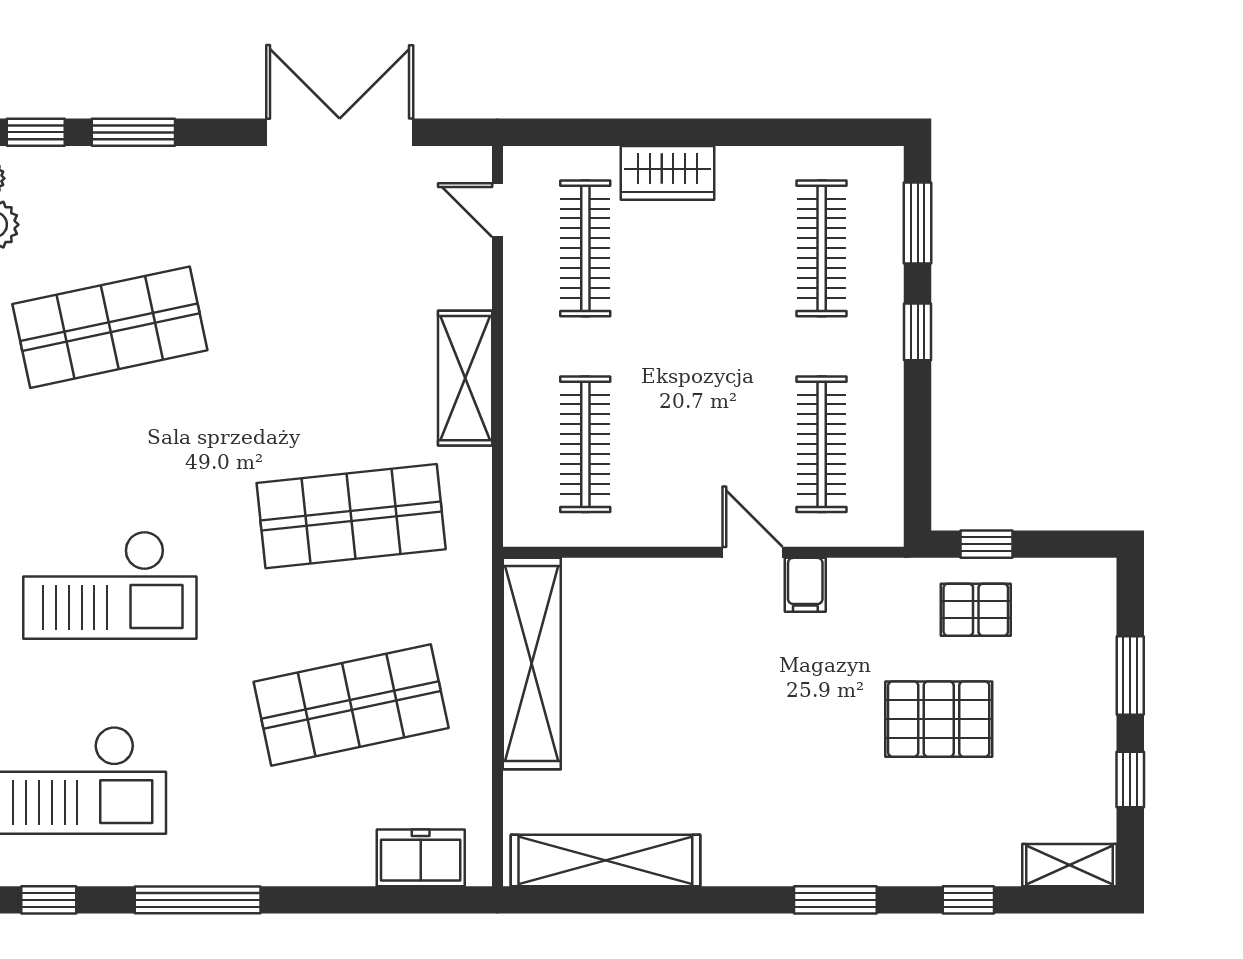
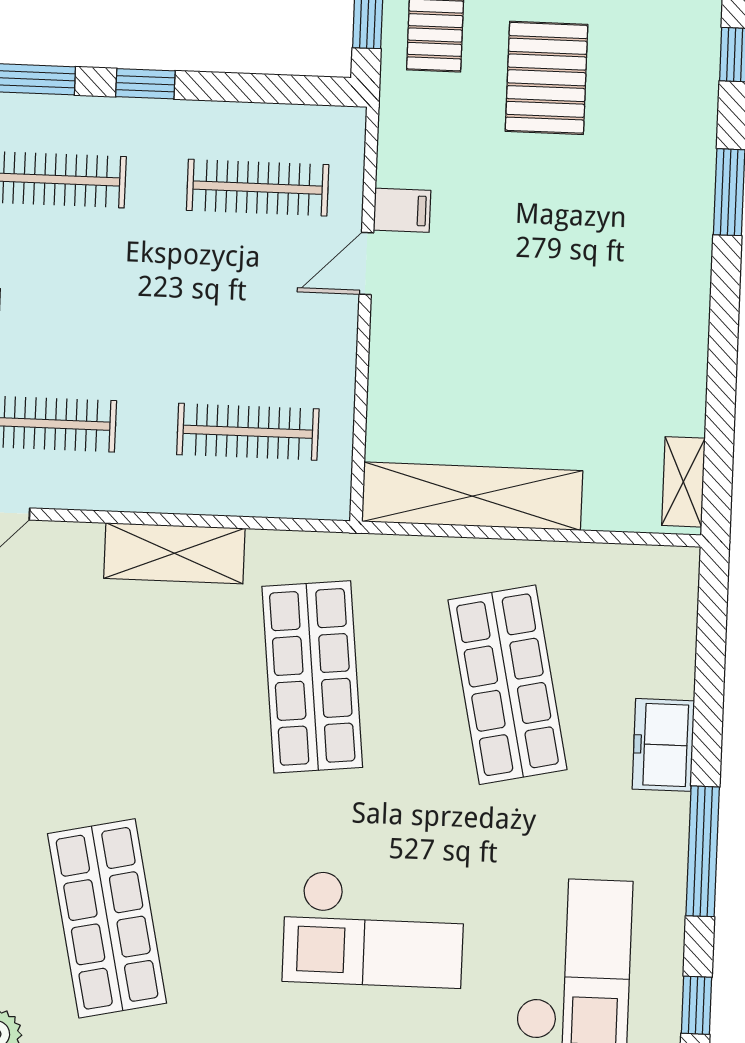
checkout: (110, 585) -> (374, 929), turned 90
freezer: (421, 858) -> (663, 745), moved
shelving: (605, 860) -> (683, 482), width x0.45, depth x0.75

